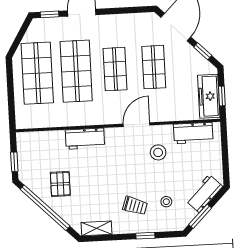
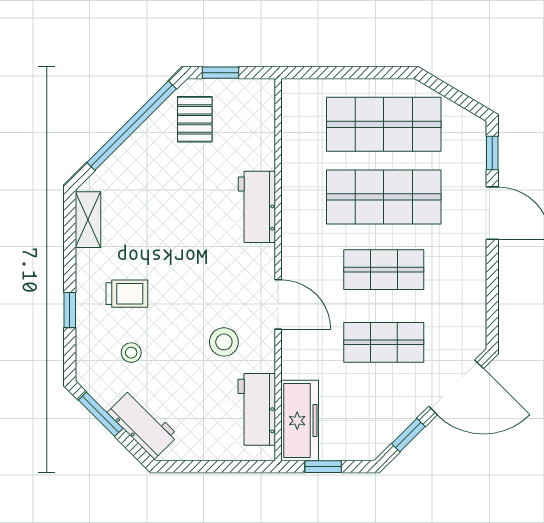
freezer: (209, 96) -> (300, 421), moved, turned 90
pallet: (60, 184) -> (195, 119), moved, turned 90
trolley: (135, 206) -> (127, 294), turned -109

